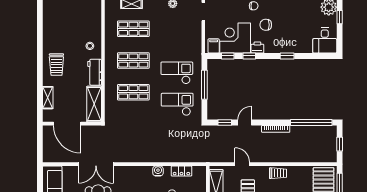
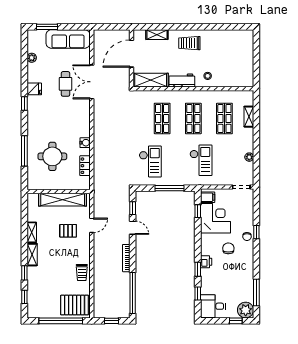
printer: (257, 47) -> (206, 262), moved
window: (249, 56) -> (198, 293), moved
checkout: (177, 73) -> (201, 160), moved
trolley: (278, 173) -> (82, 272), moved

